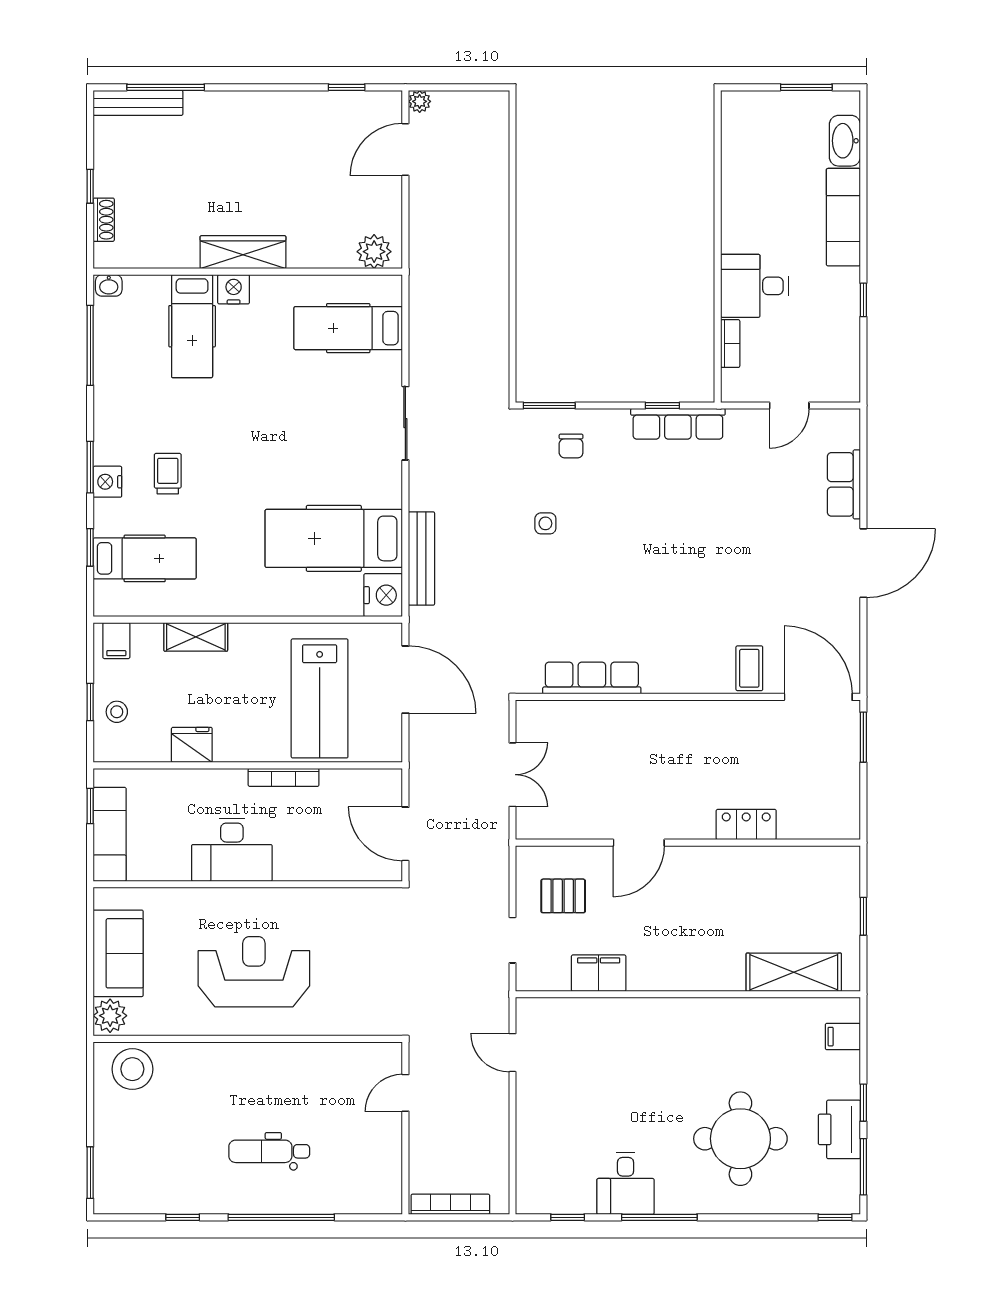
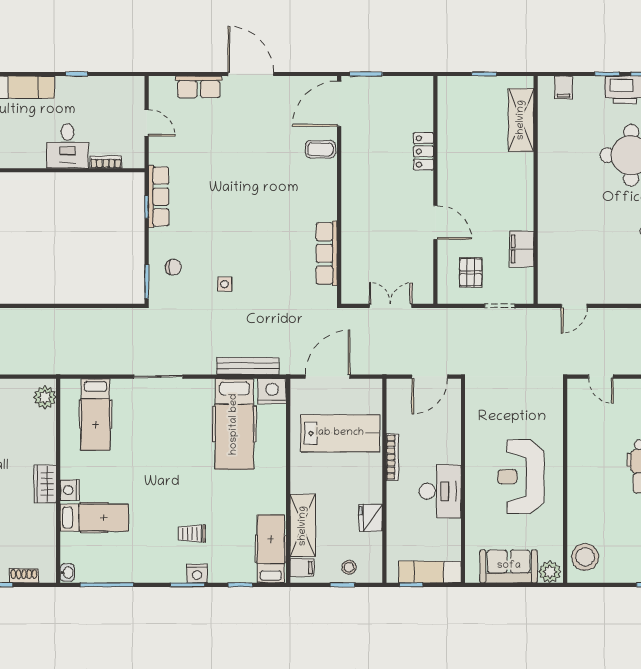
wardrobe: (243, 252) -> (45, 484), width x0.67
hospital bed: (145, 558) -> (271, 549), moved
shelving: (196, 637) -> (303, 526), width x1.50, depth x1.33

